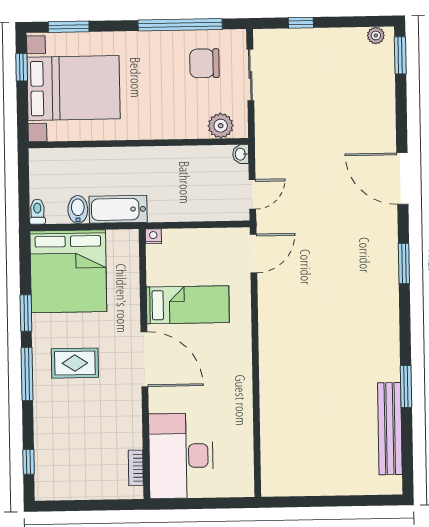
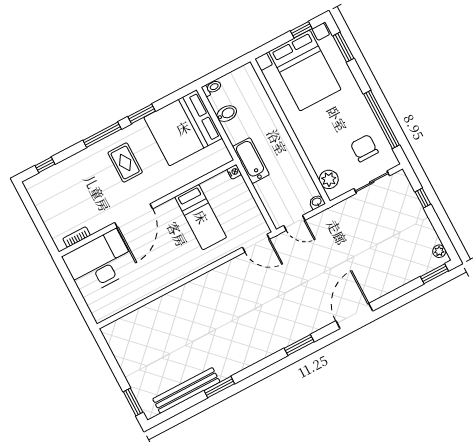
bathtub: (118, 209) -> (251, 161), moved
door: (144, 359) -> (134, 216), moved
window: (371, 500) -> (133, 402), added

